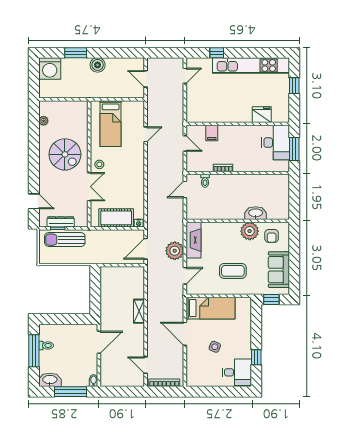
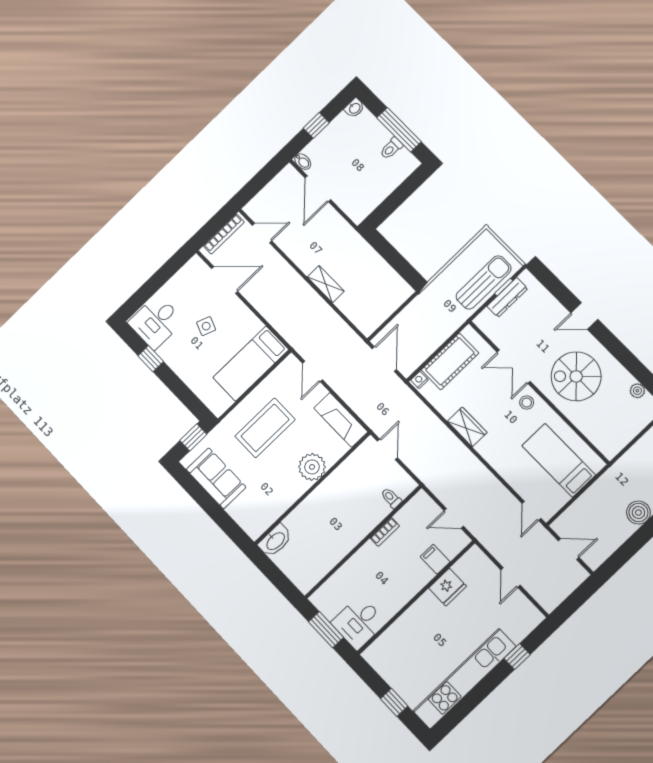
door: (185, 76) -> (511, 577), moved
fridge: (262, 115) -> (448, 587), moved
door: (146, 134) -> (532, 511), moved
desk: (276, 143) -> (359, 622), width x0.73
wardrobe: (138, 180) -> (467, 427), added
door: (185, 189) -> (387, 449), moved
door: (34, 201) -> (584, 316), moved
washbasin: (256, 213) -> (275, 541), moved
plant: (250, 231) -> (312, 467), moved
armchair: (272, 236) -> (259, 508), removed
plant: (175, 251) -> (350, 388), removed
coffee table: (233, 271) -> (265, 428), width x1.36, depth x1.32
door: (185, 334) -> (225, 280), moved
door: (99, 342) -> (318, 189), moved
washbasin: (50, 380) -> (354, 108), width x0.52, depth x0.69
window: (71, 392) -> (316, 125), width x0.46

